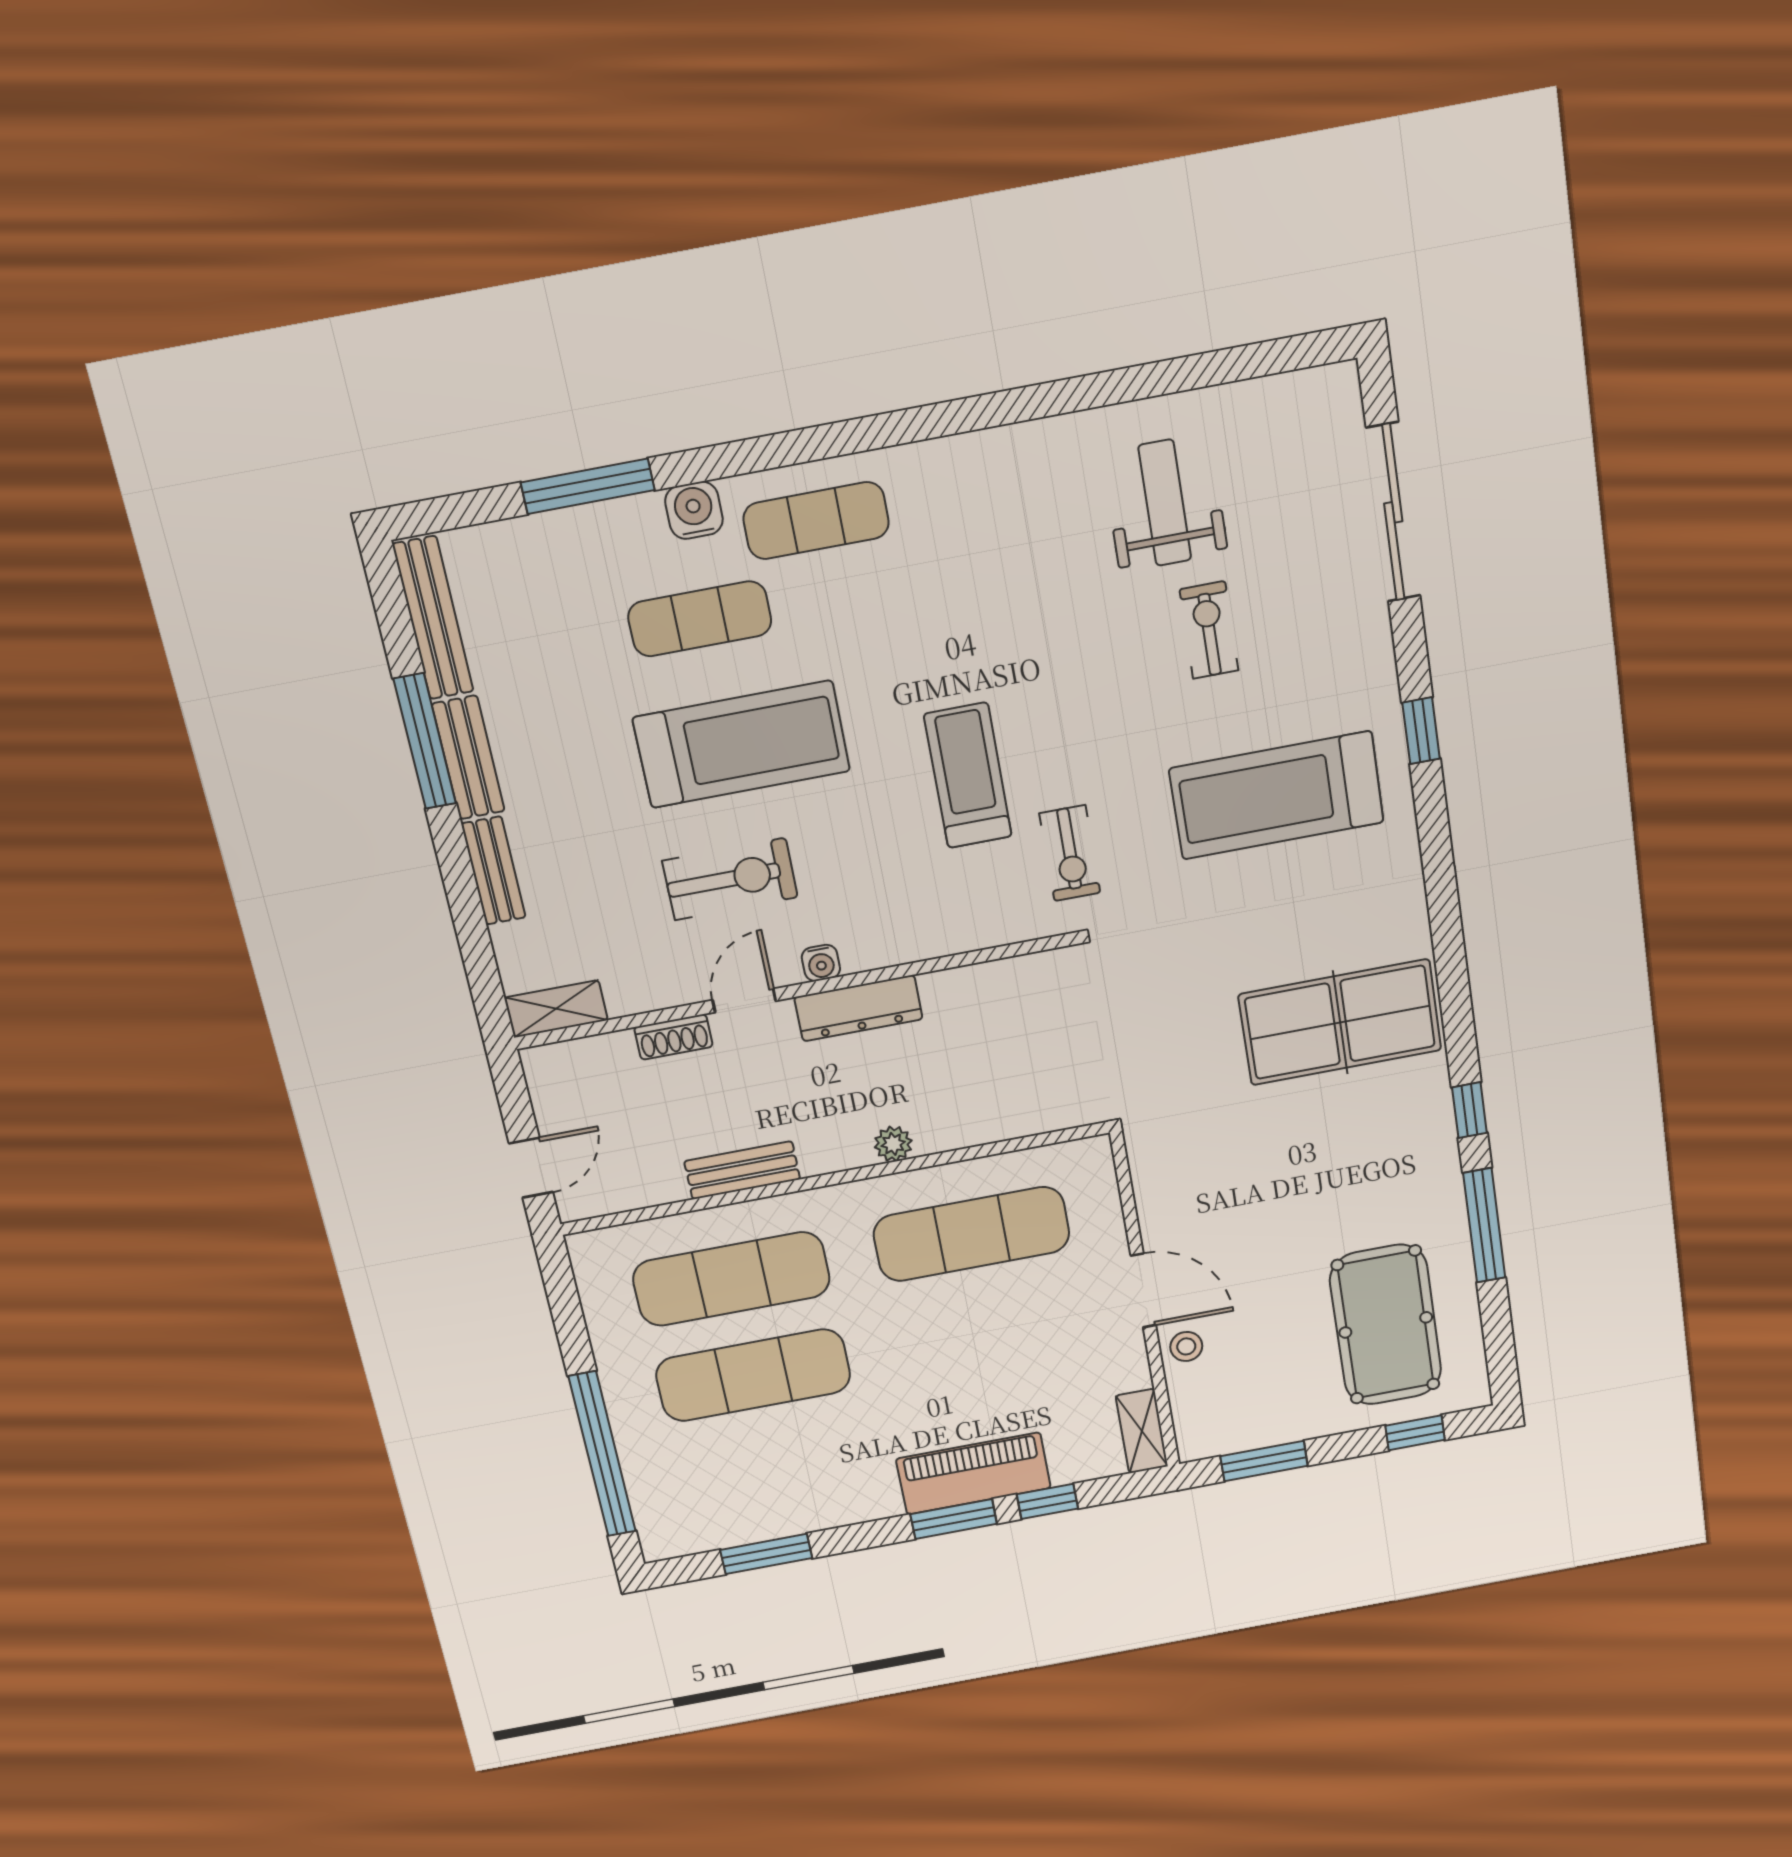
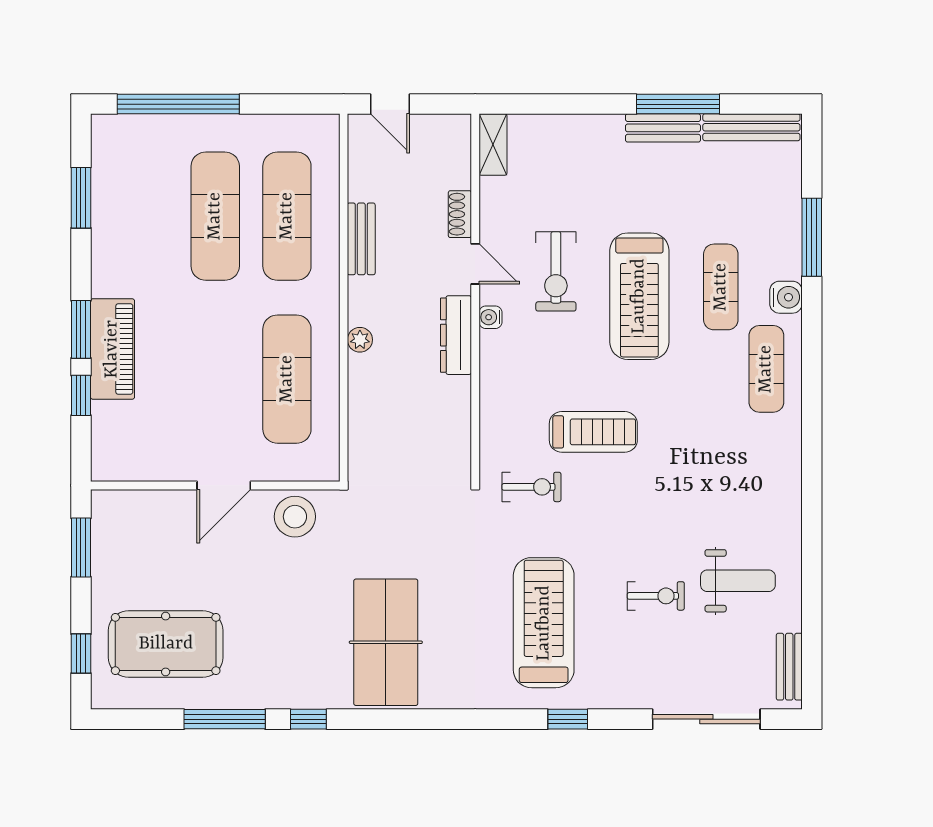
exercise bike: (1070, 853) -> (531, 487), turned 180
bench: (494, 871) -> (789, 667), moved, turned 90
stool: (1186, 1346) -> (295, 517), moved, width x1.89, depth x1.89
shelving: (1142, 1431) -> (121, 468), removed

